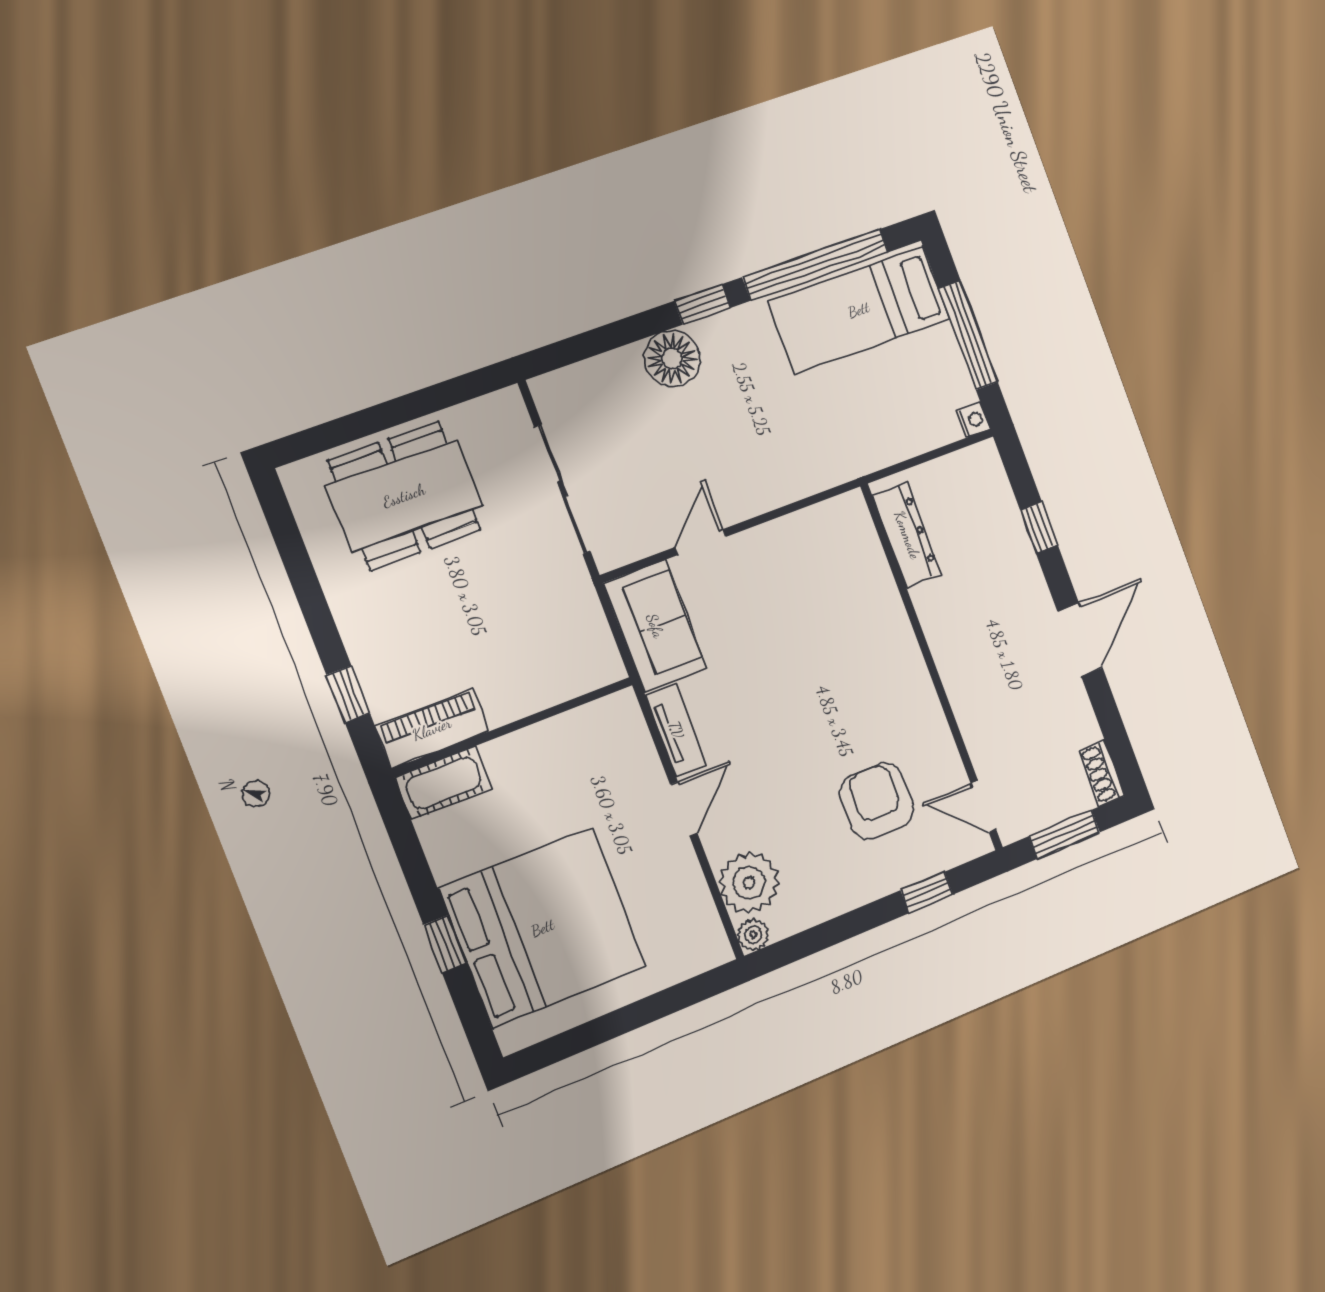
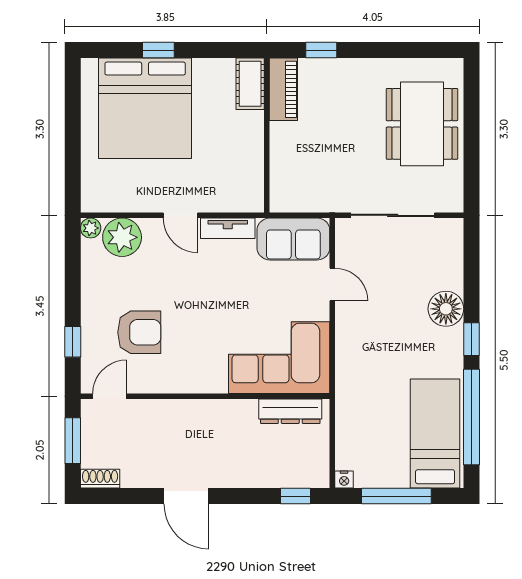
window: (1039, 527) -> (295, 496), moved
corner sofa: (836, 581) -> (279, 358), added

